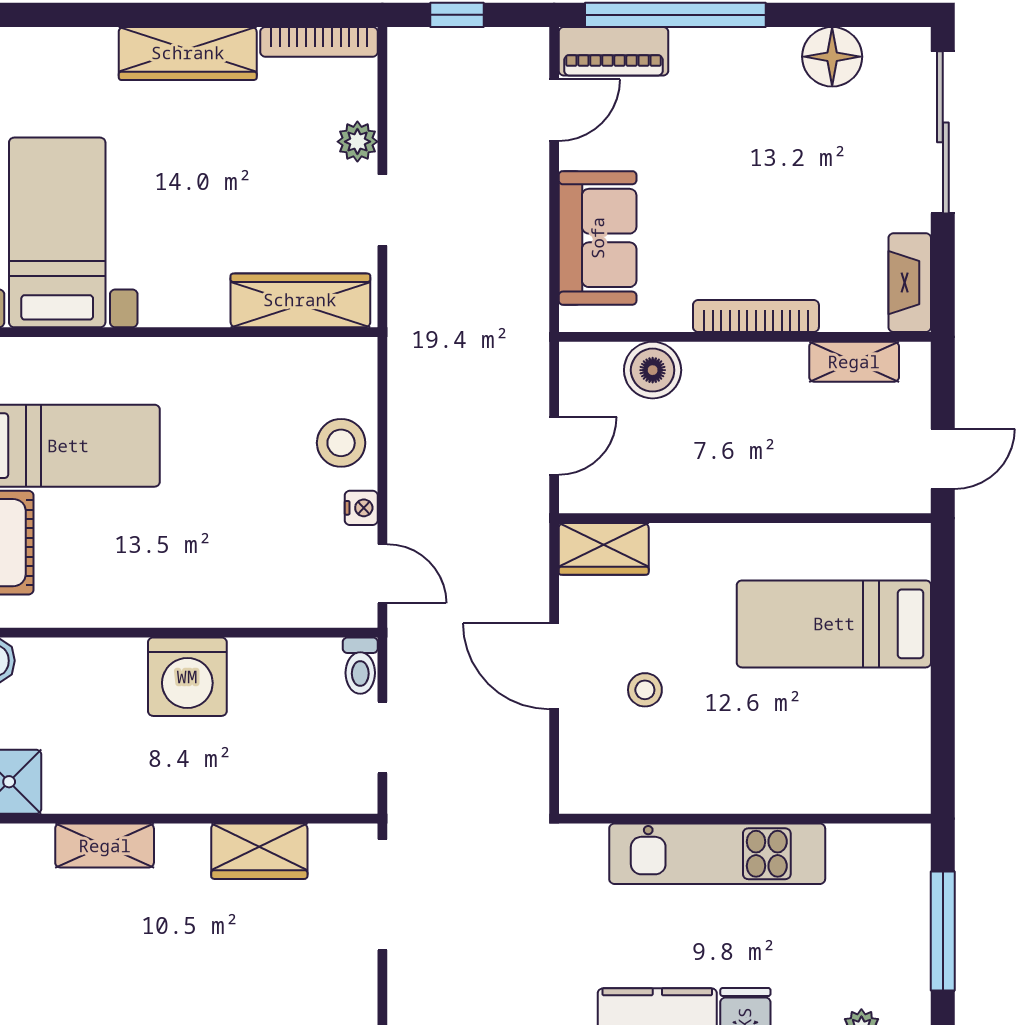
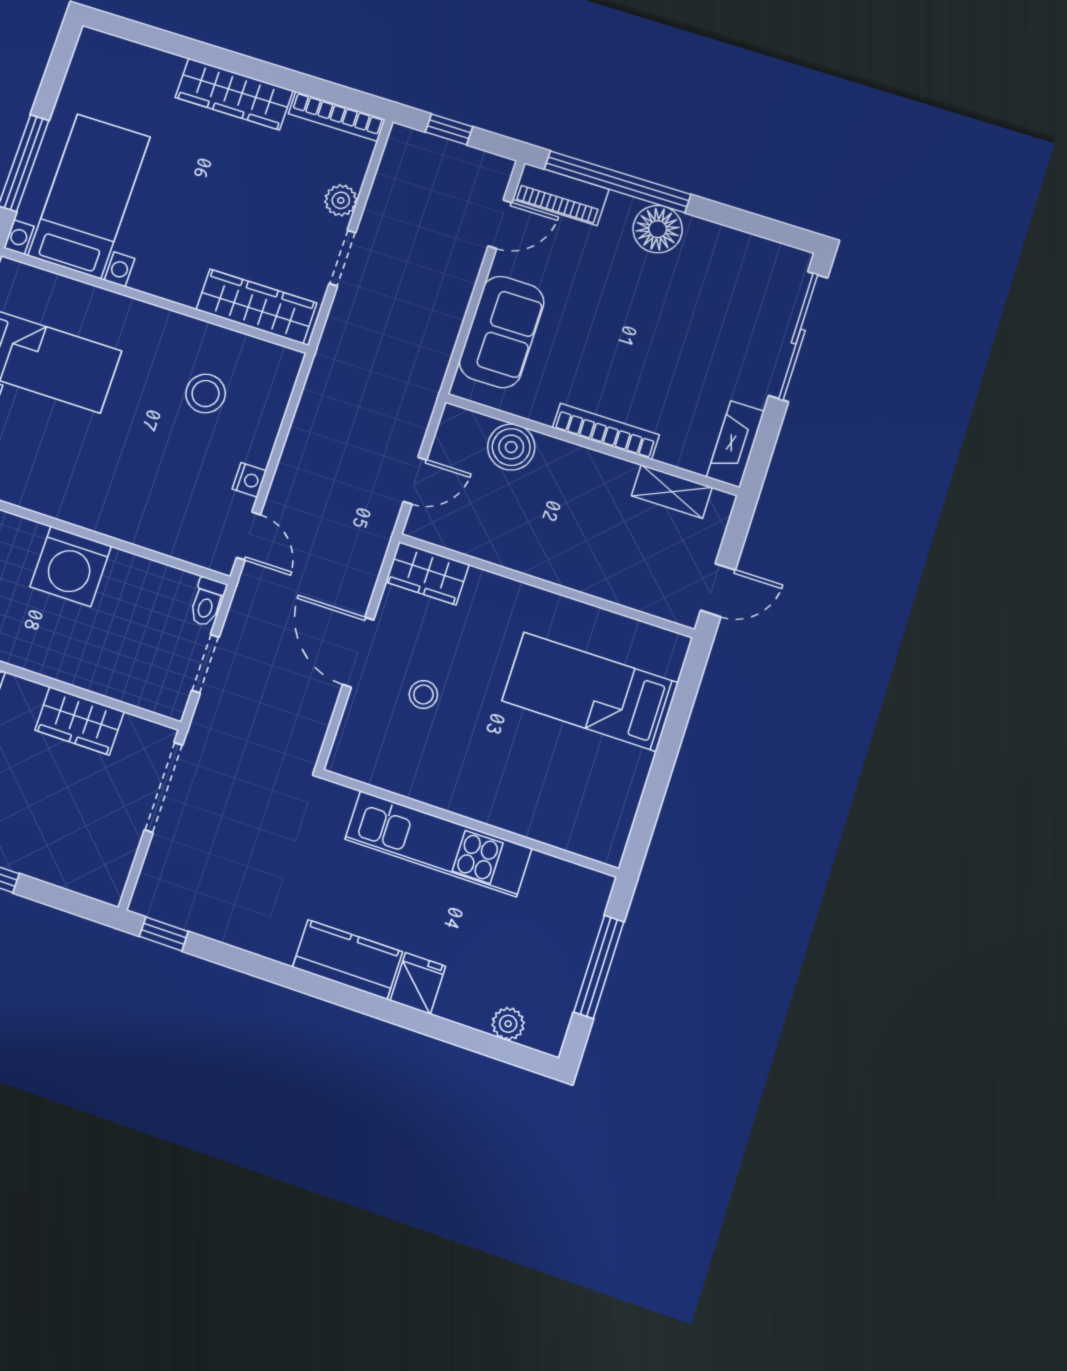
floor lamp: (832, 57) -> (658, 229), moved
stool: (341, 443) -> (206, 394), moved

